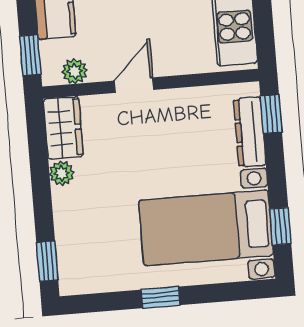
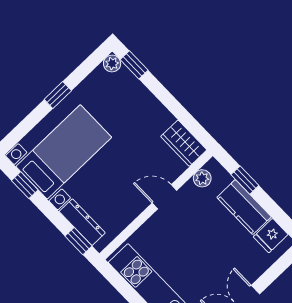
window: (30, 55) -> (245, 180), moved
door: (134, 85) -> (164, 197), swing flipped
plant: (62, 173) -> (112, 63), moved

